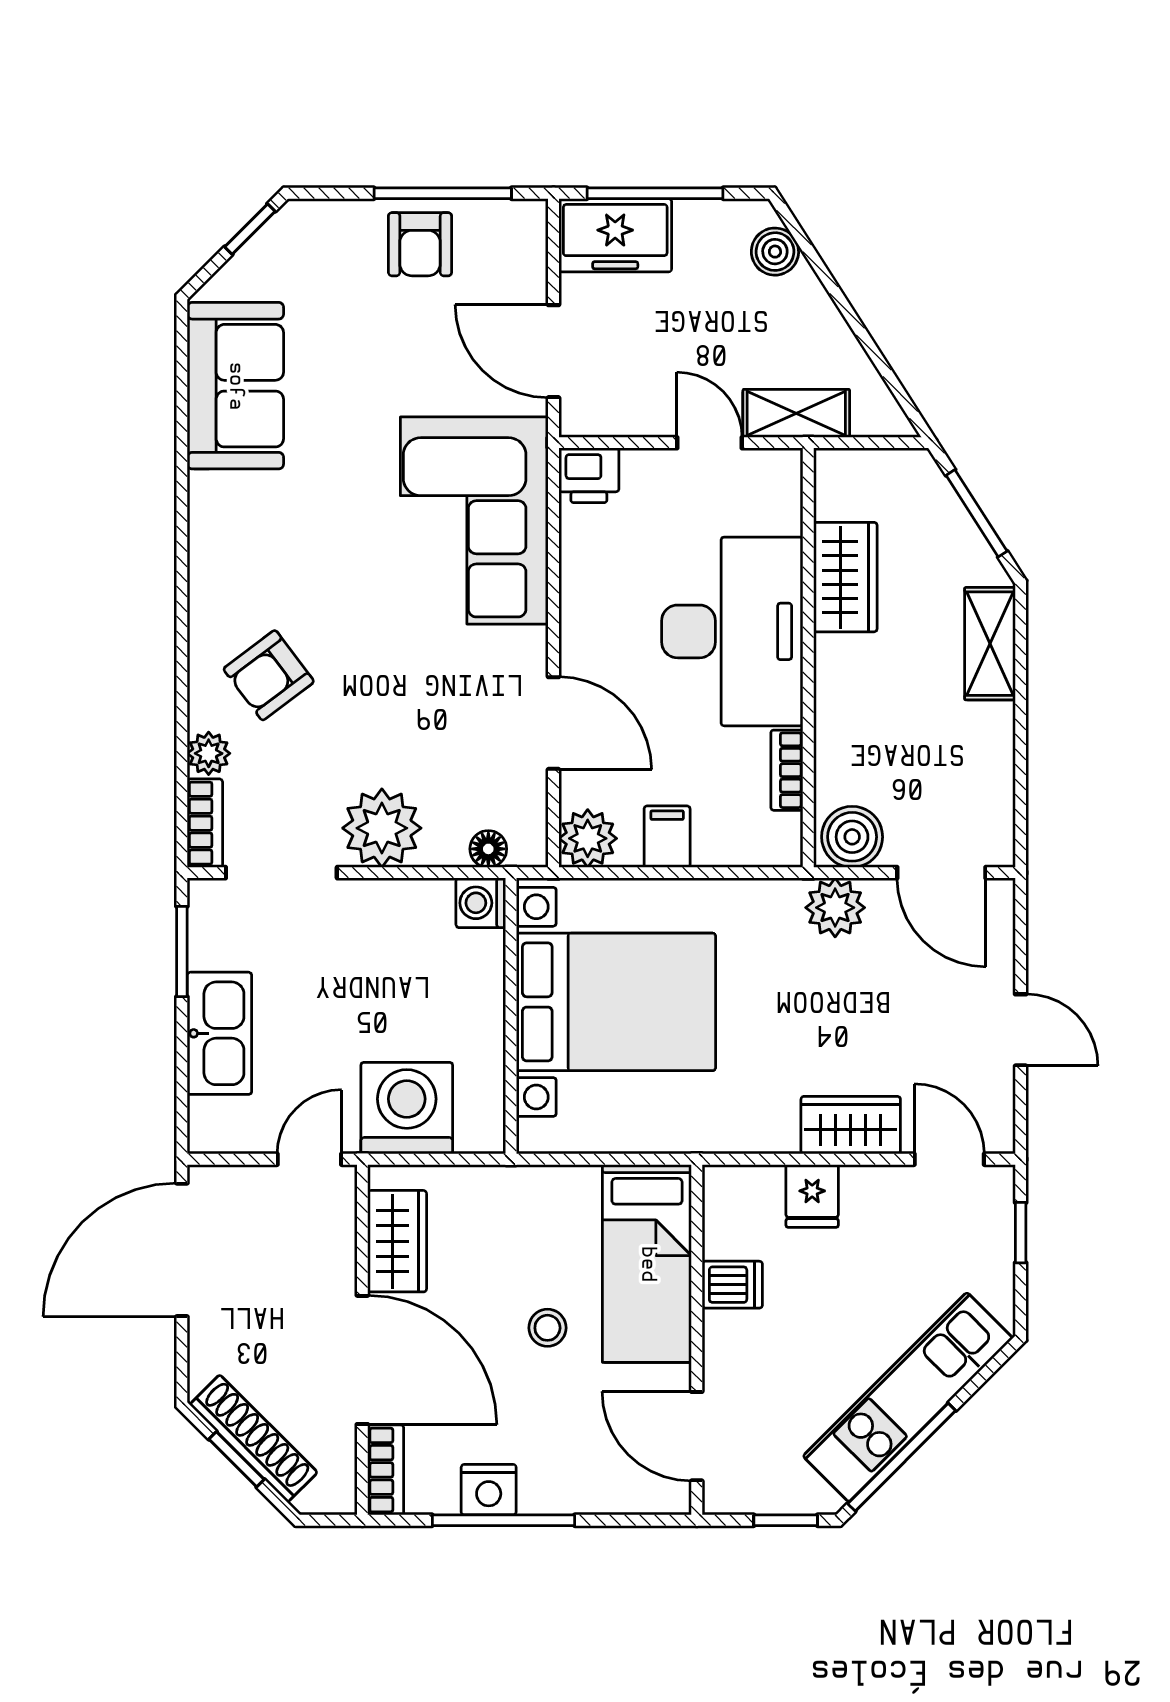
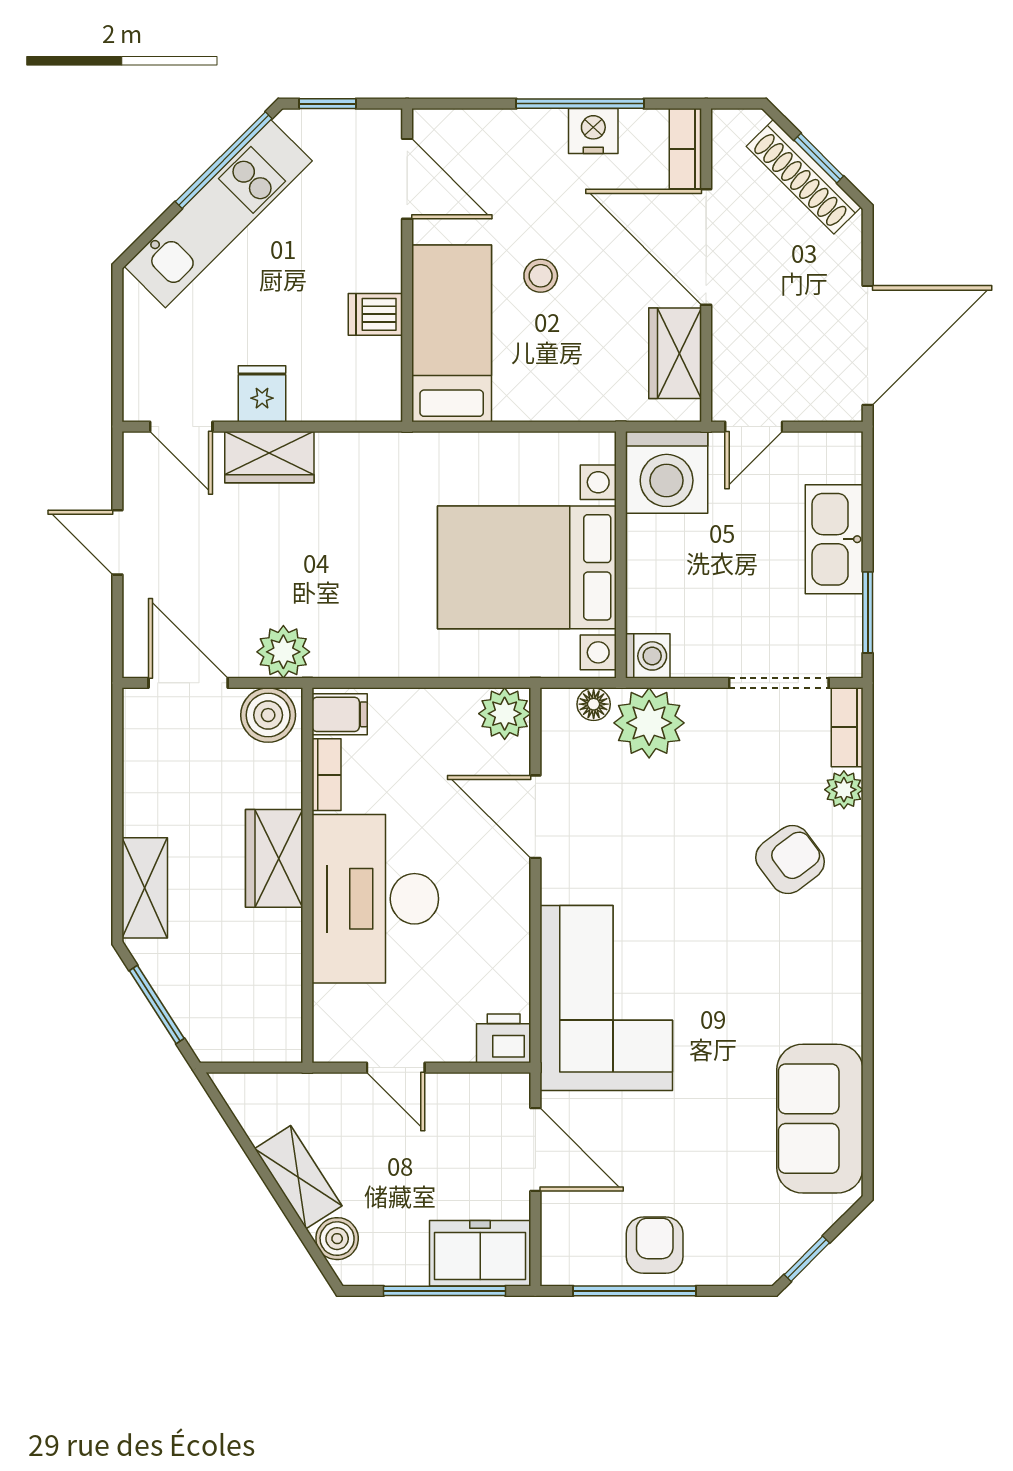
shelving: (796, 413) -> (298, 1177), moved, turned 57
wardrobe: (845, 577) -> (274, 858), moved
plant: (382, 828) -> (649, 723), moved
filing cabinet: (667, 837) -> (340, 714), moved, turned -90
washing machine: (481, 903) -> (648, 656), moved
bed with nightstands: (616, 1002) -> (527, 567), moved
wall: (511, 1016) -> (621, 555), moved
fridge: (812, 1196) -> (262, 394), moved
window: (1021, 1233) -> (117, 361), removed

